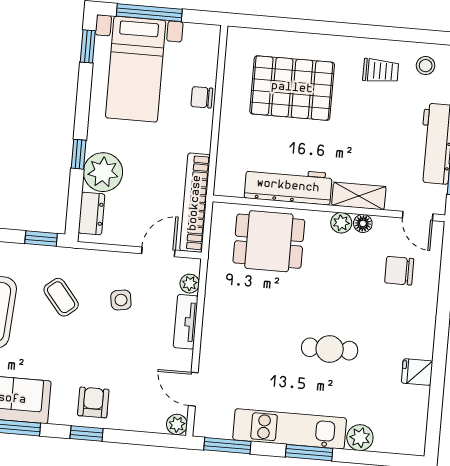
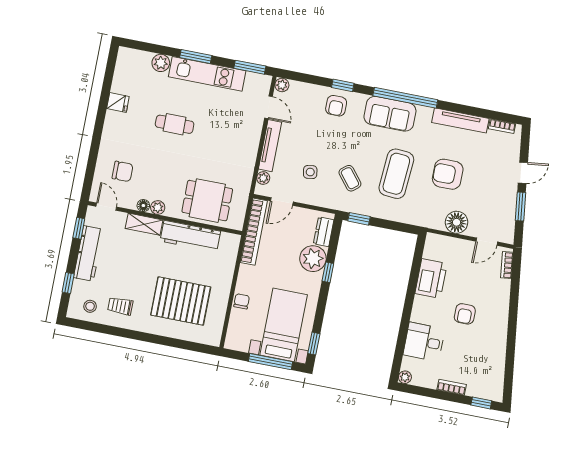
chair: (202, 97) -> (242, 301), turned -90
tv unit: (186, 322) -> (270, 146), width x1.41

